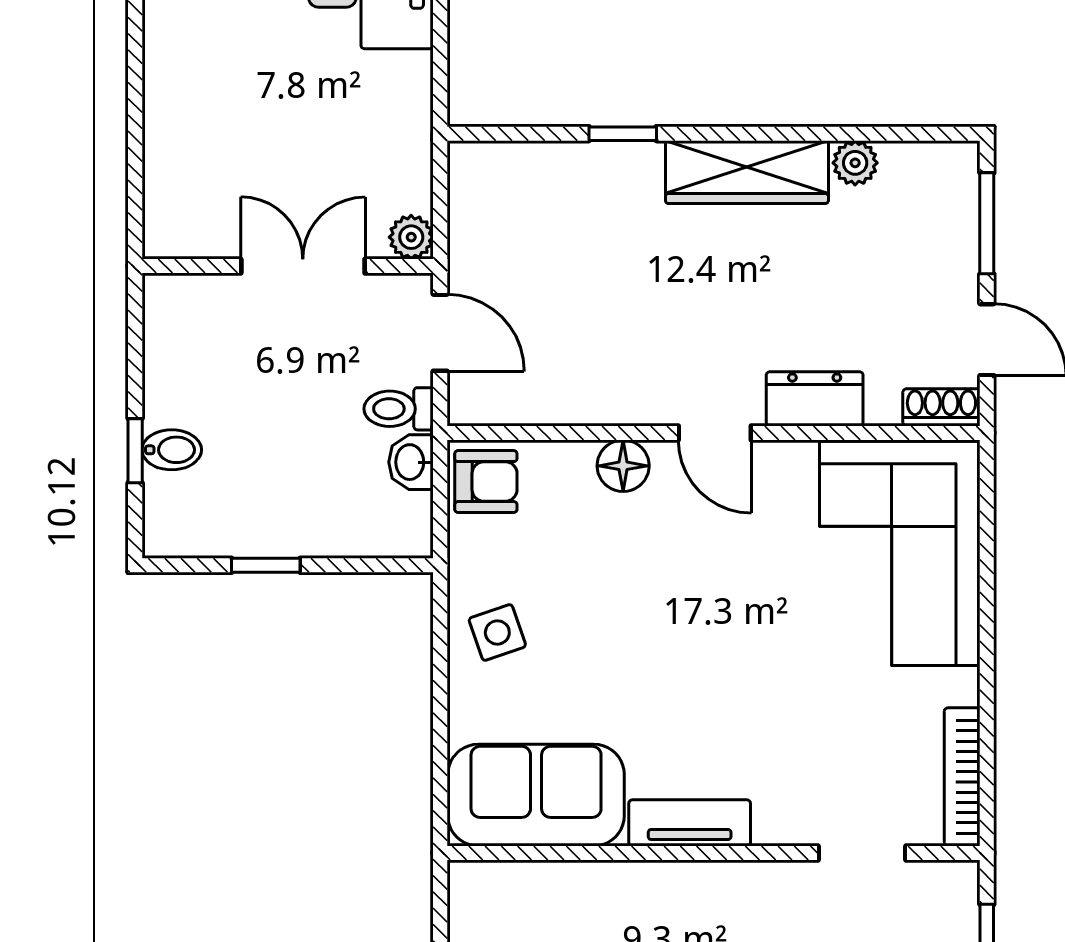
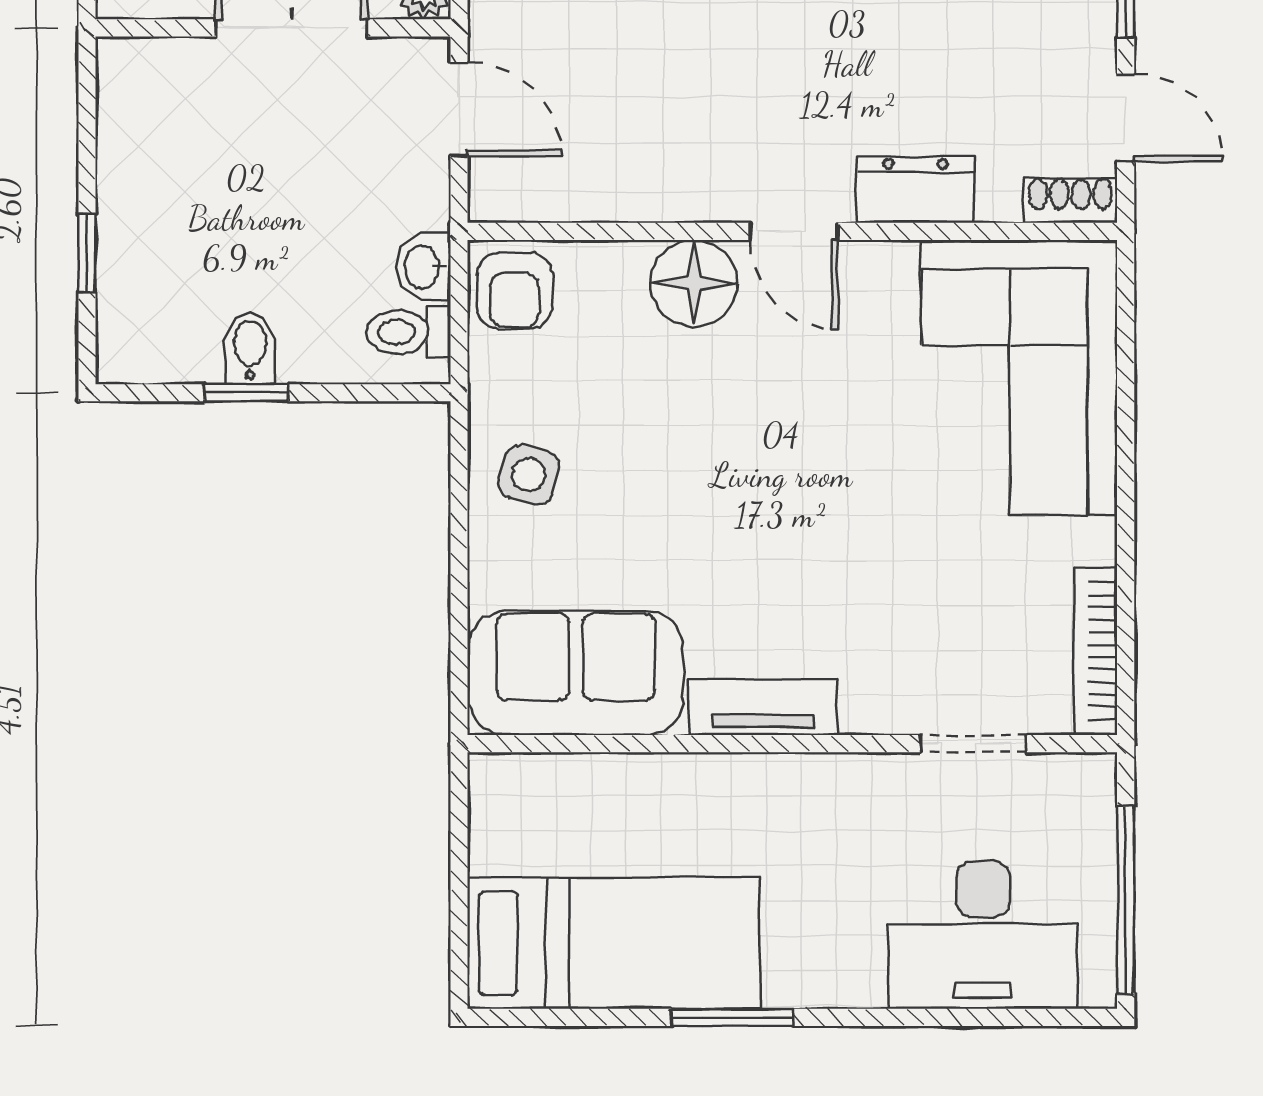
toilet: (399, 409) -> (408, 332), moved
bidet: (172, 450) -> (250, 348), moved, turned -90
floor lamp: (623, 466) -> (694, 283), width x1.38, depth x1.38
armchair: (486, 482) -> (515, 291), turned 90
side table: (497, 633) -> (529, 475), turned 34

